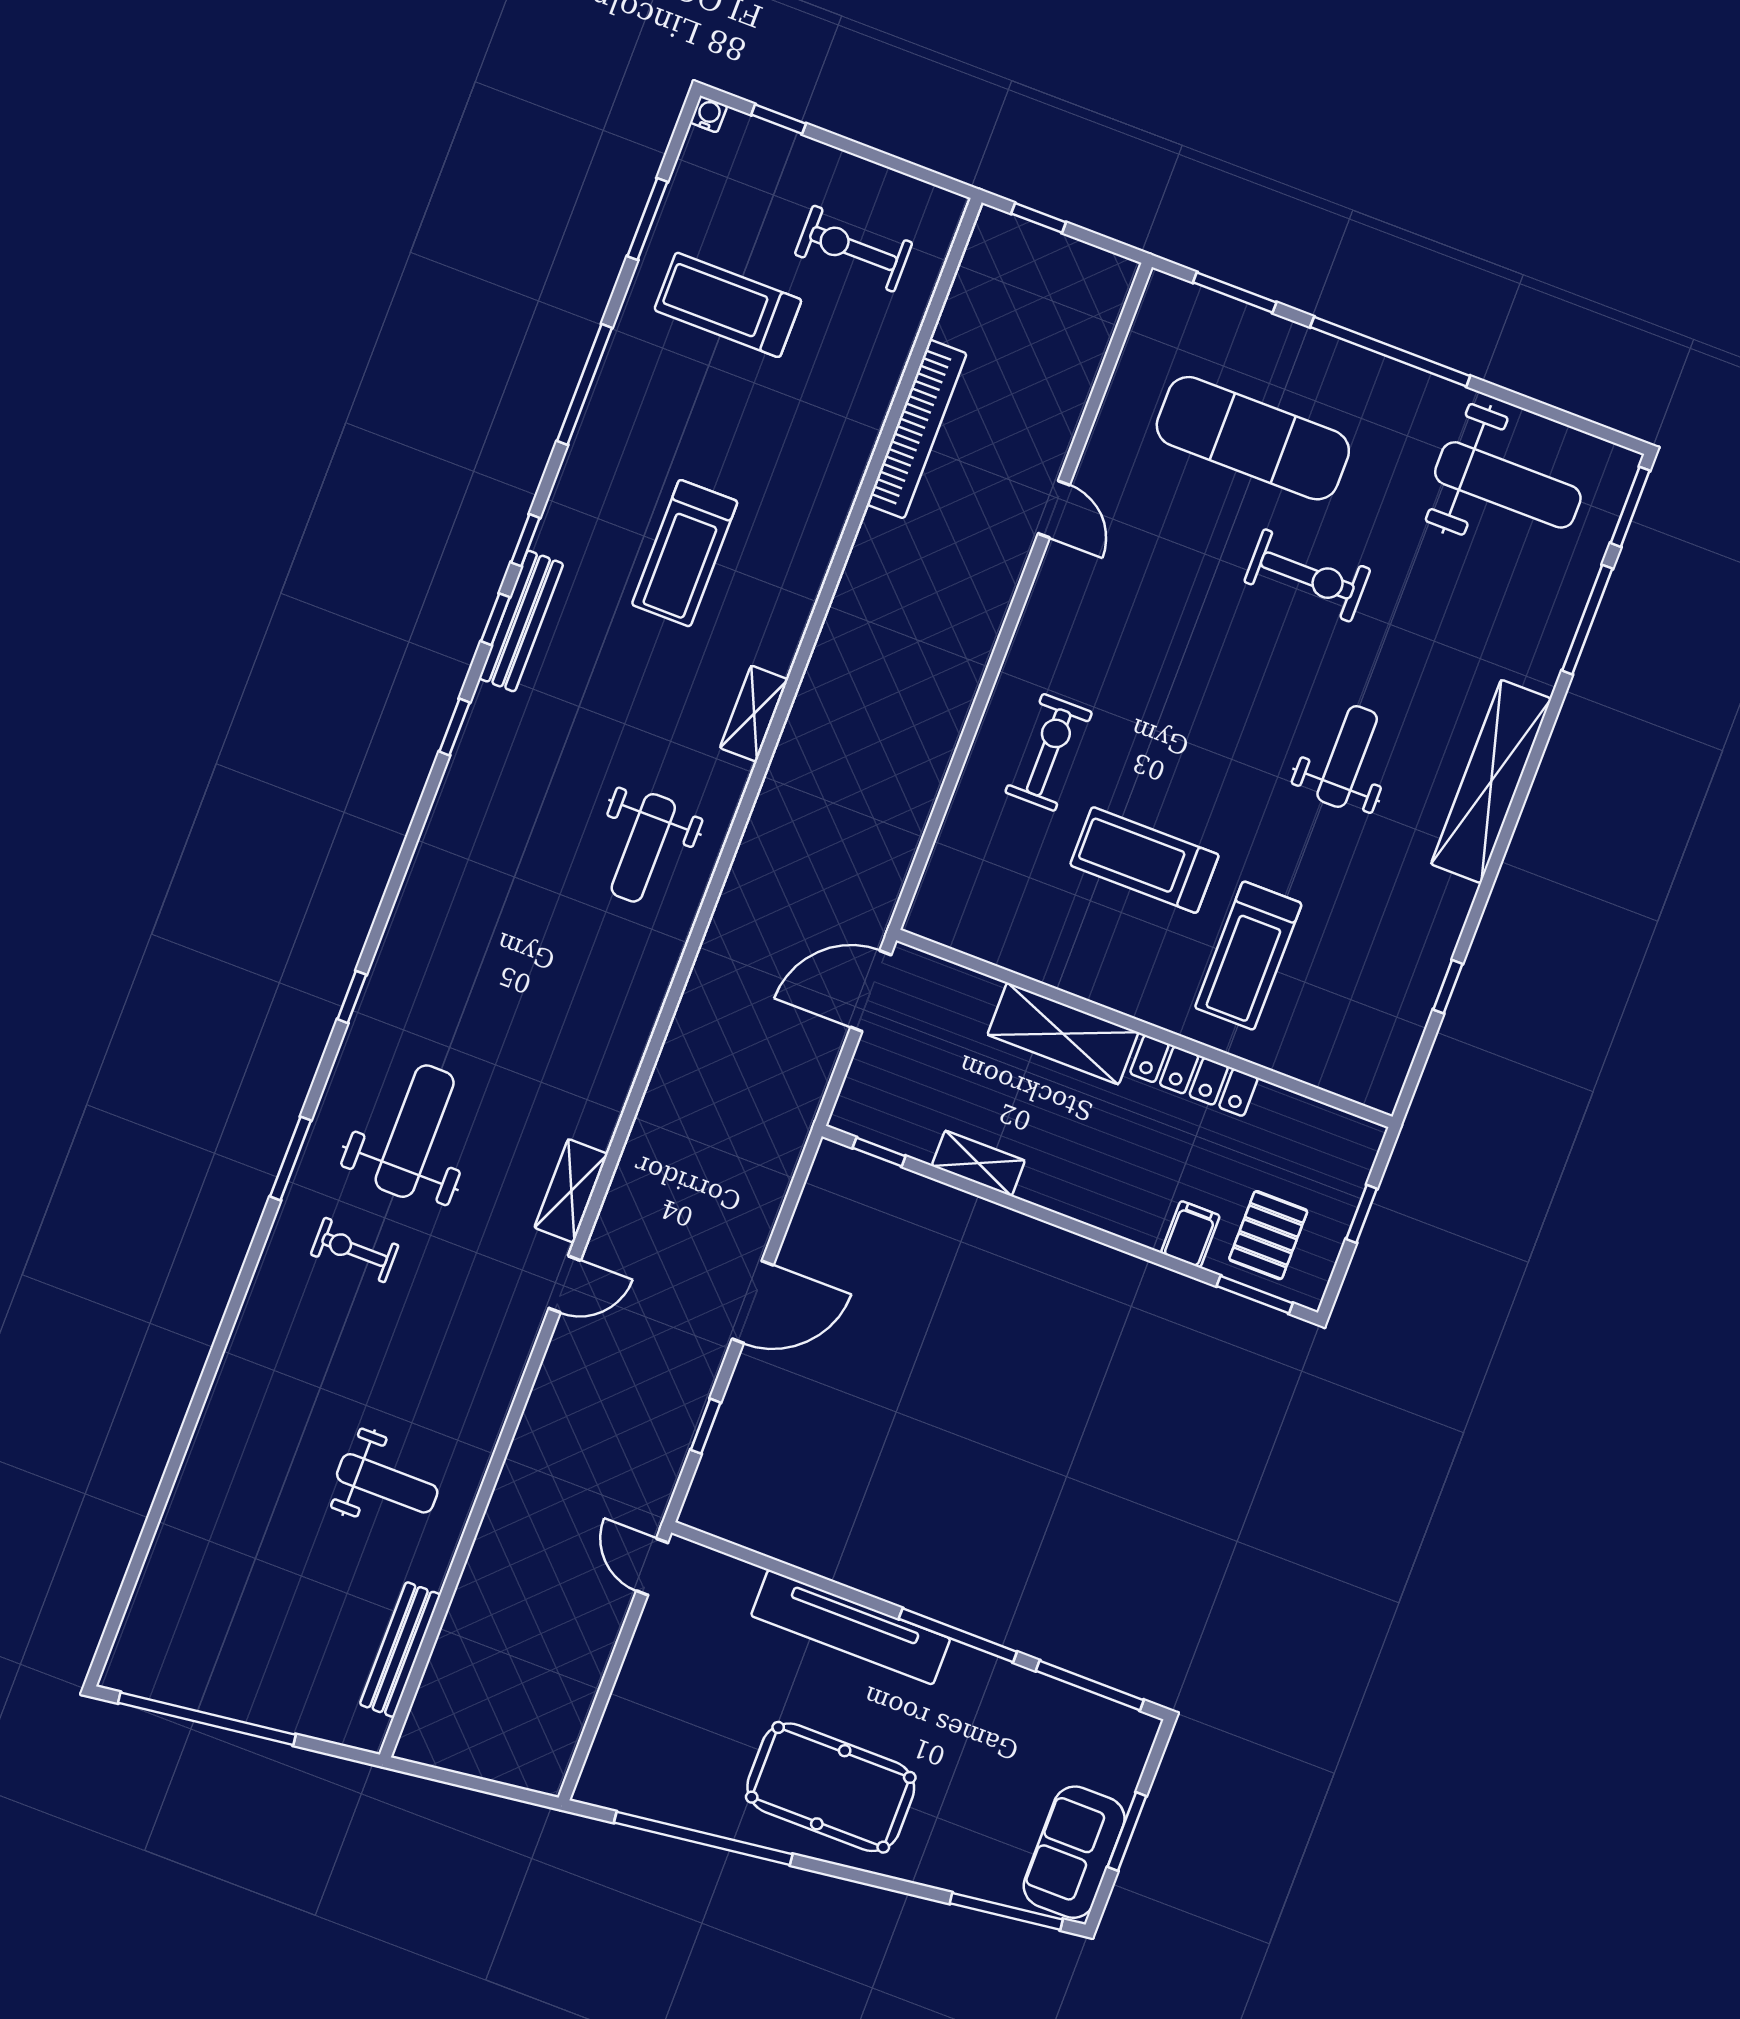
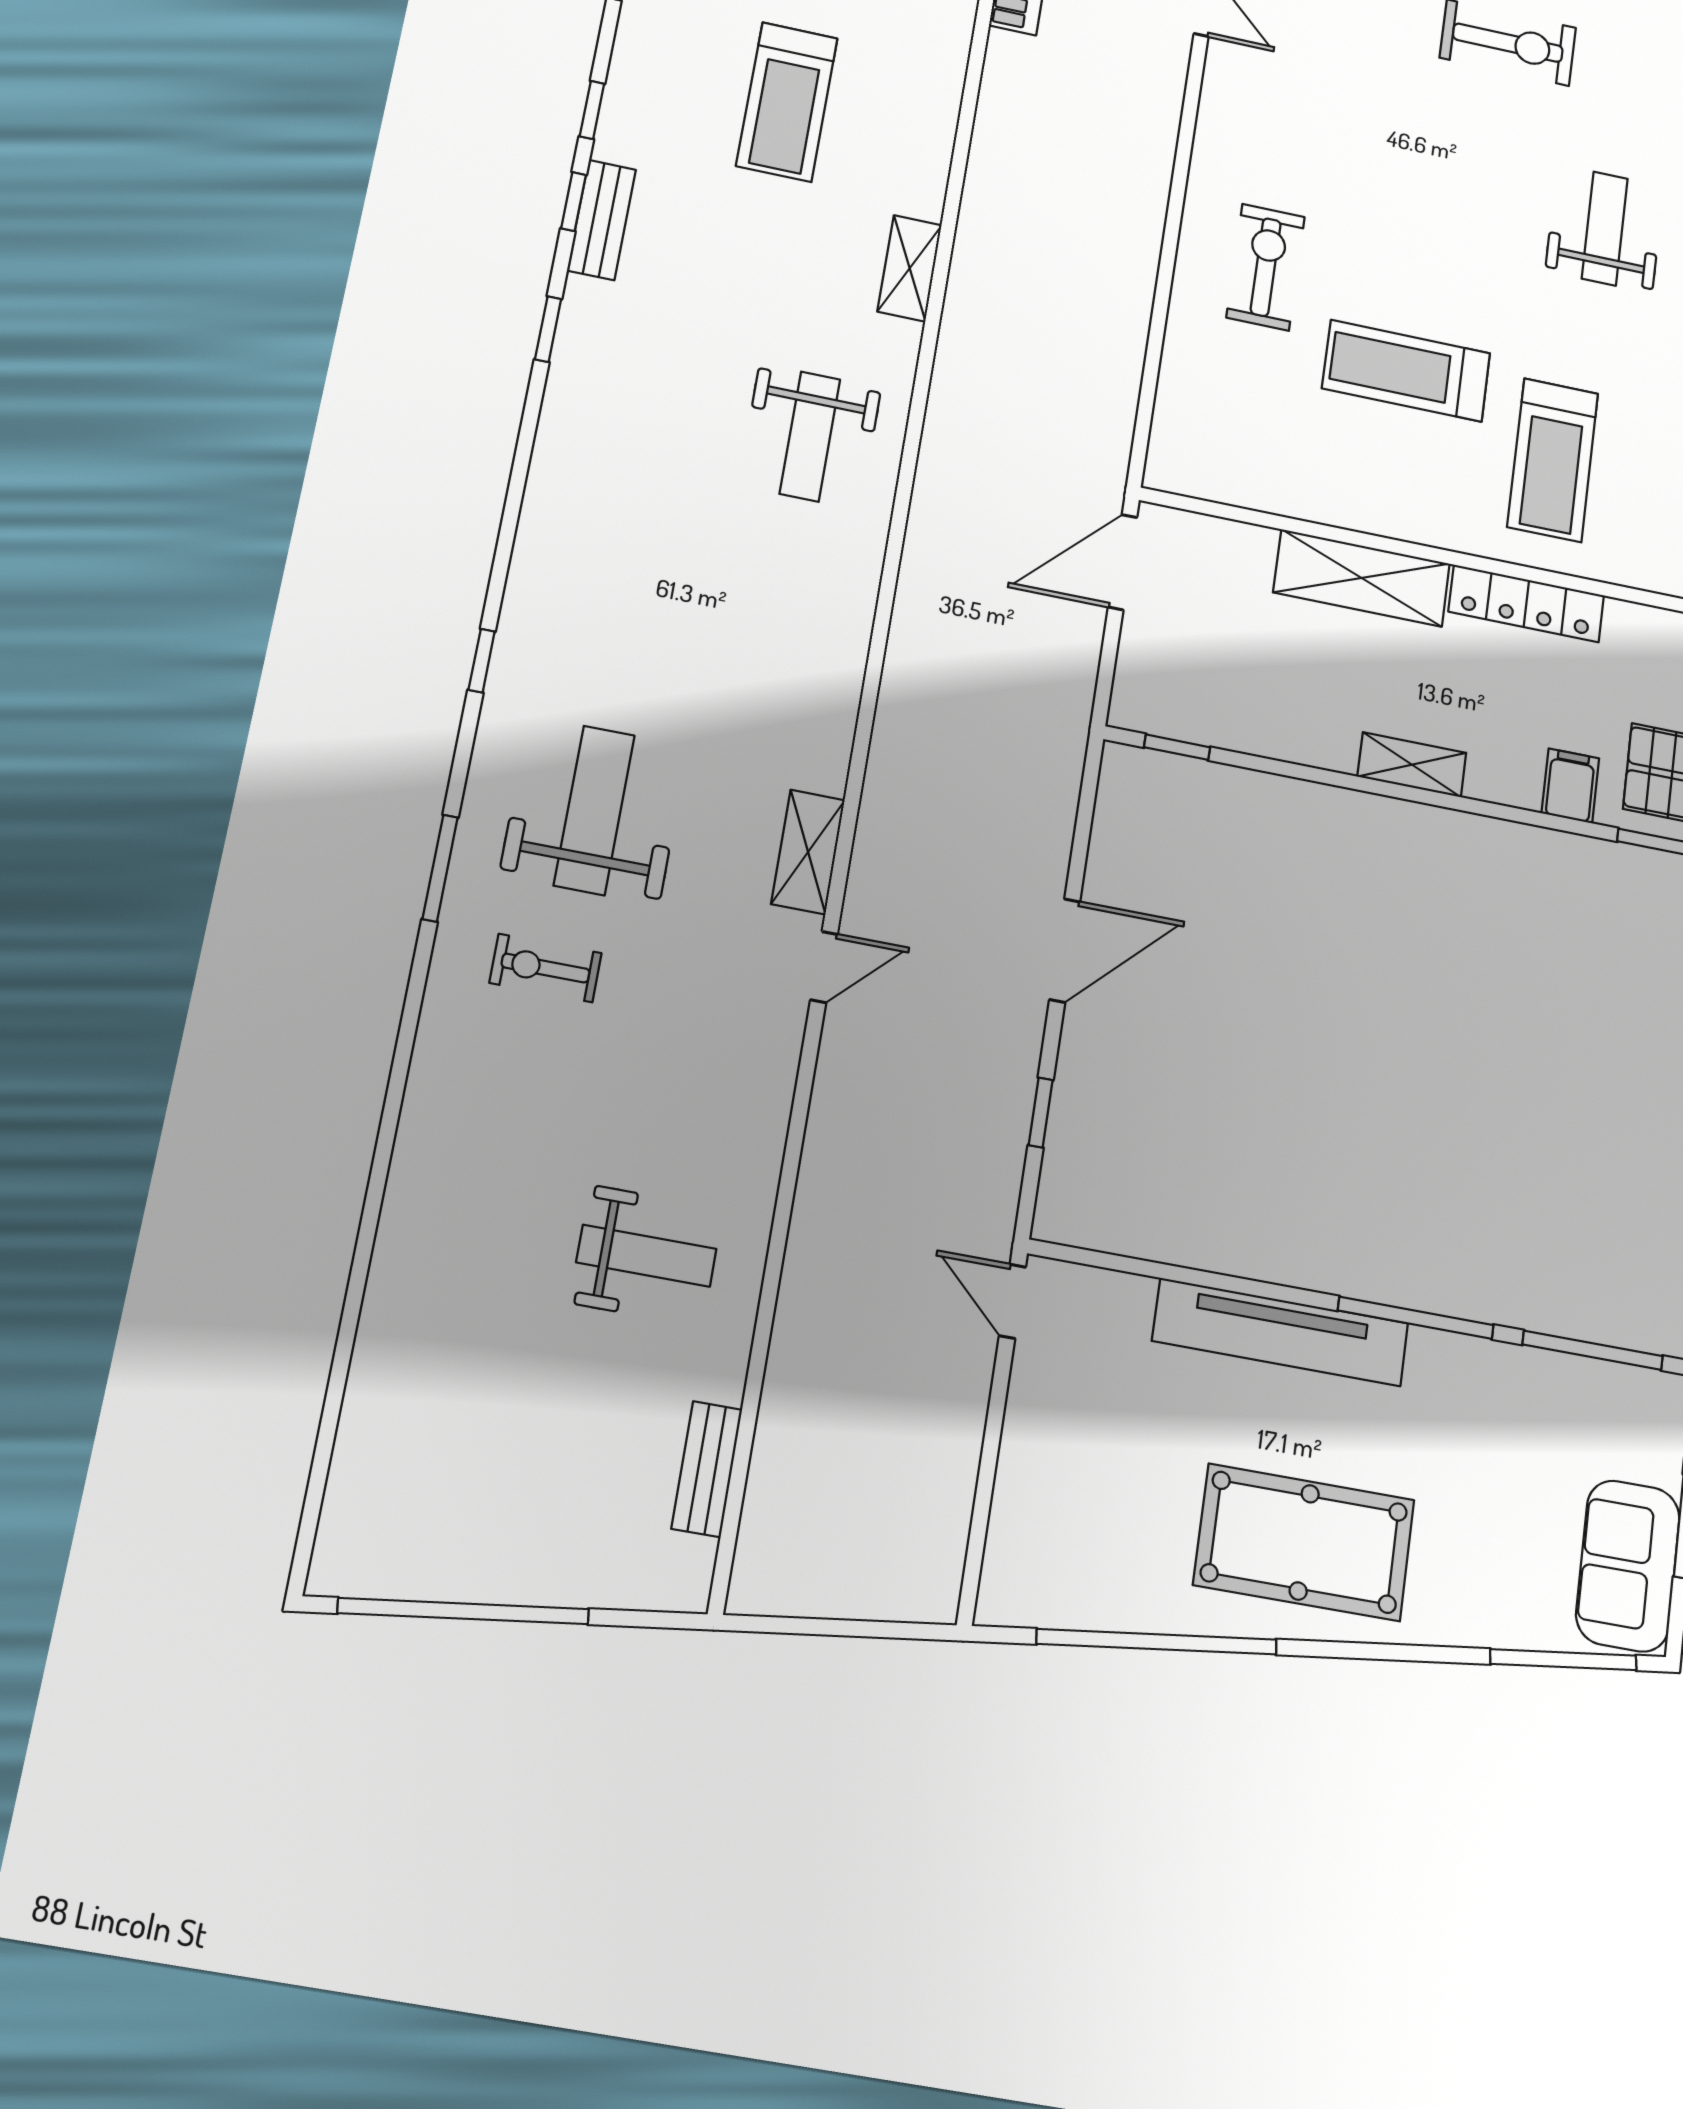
bench: (521, 621) -> (602, 220), width x0.73
shelving: (978, 1163) -> (1412, 765), moved
bench: (400, 1650) -> (707, 1469), width x0.73

